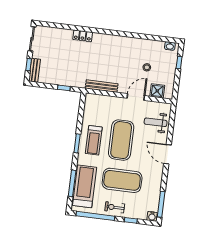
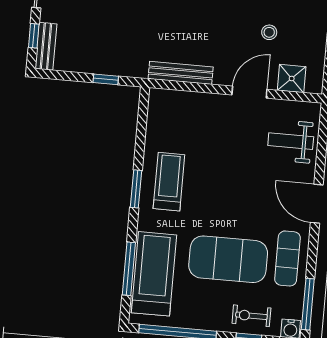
treadmill: (94, 140) -> (169, 182), turned 180
exercise mat: (121, 140) -> (287, 258), moved, width x0.50, depth x0.69
exercise bike: (115, 207) -> (251, 316), moved

